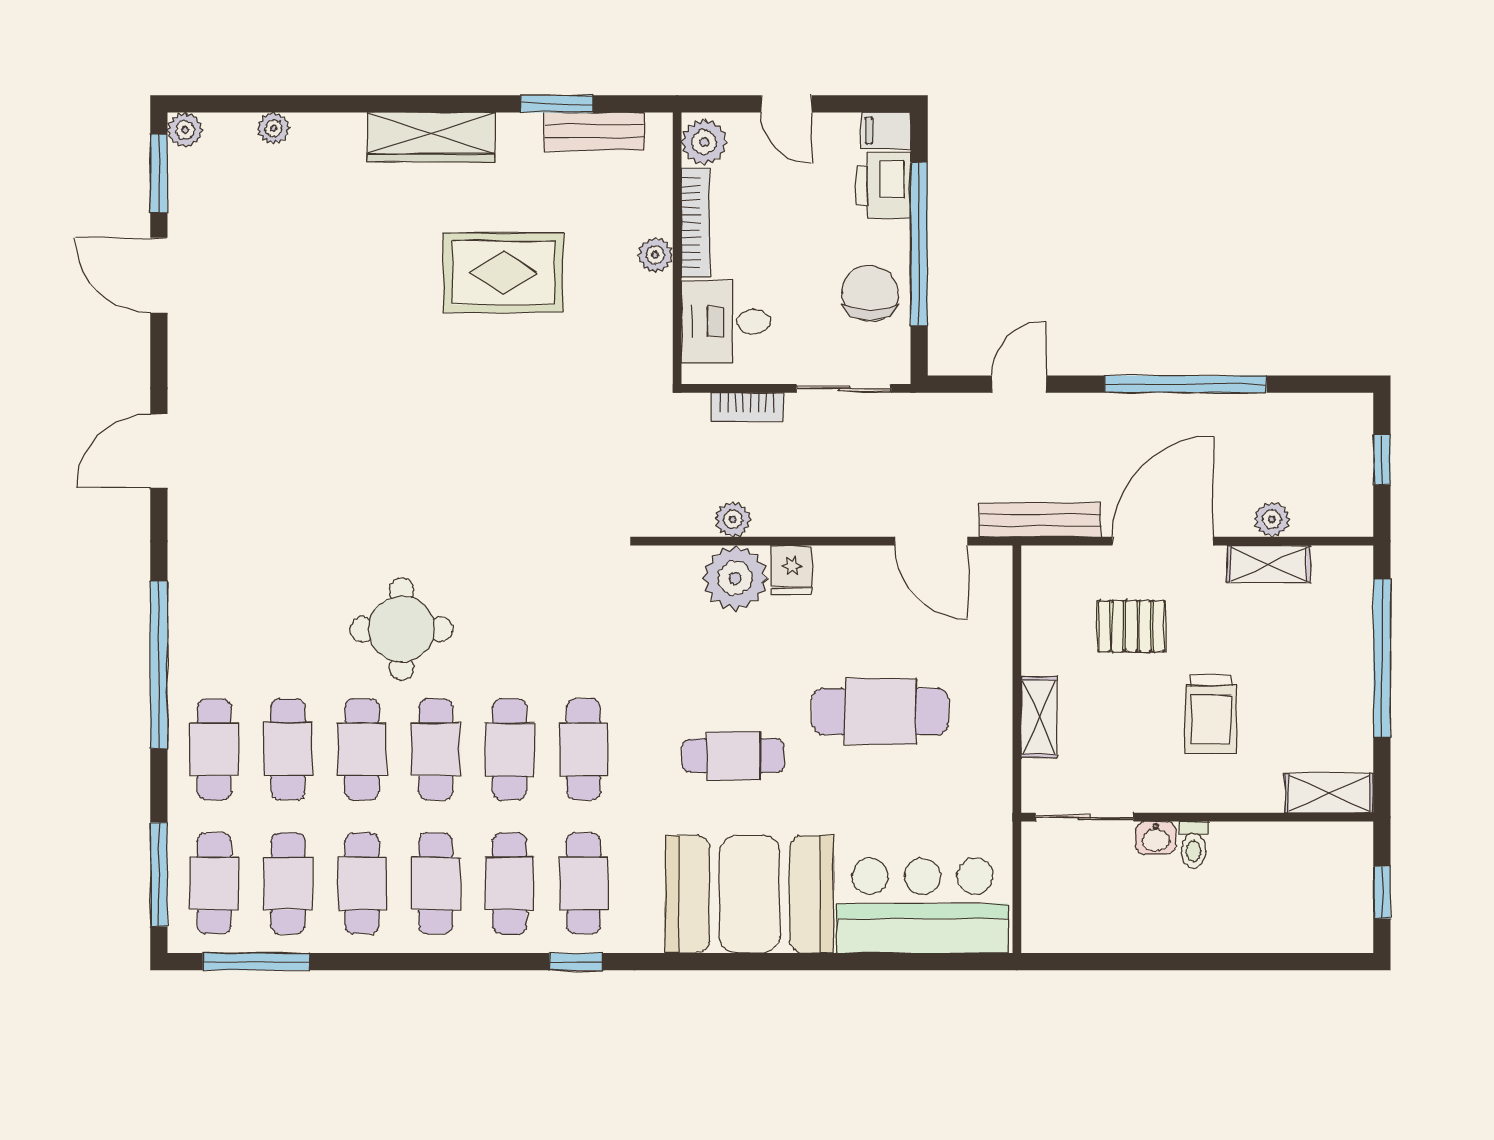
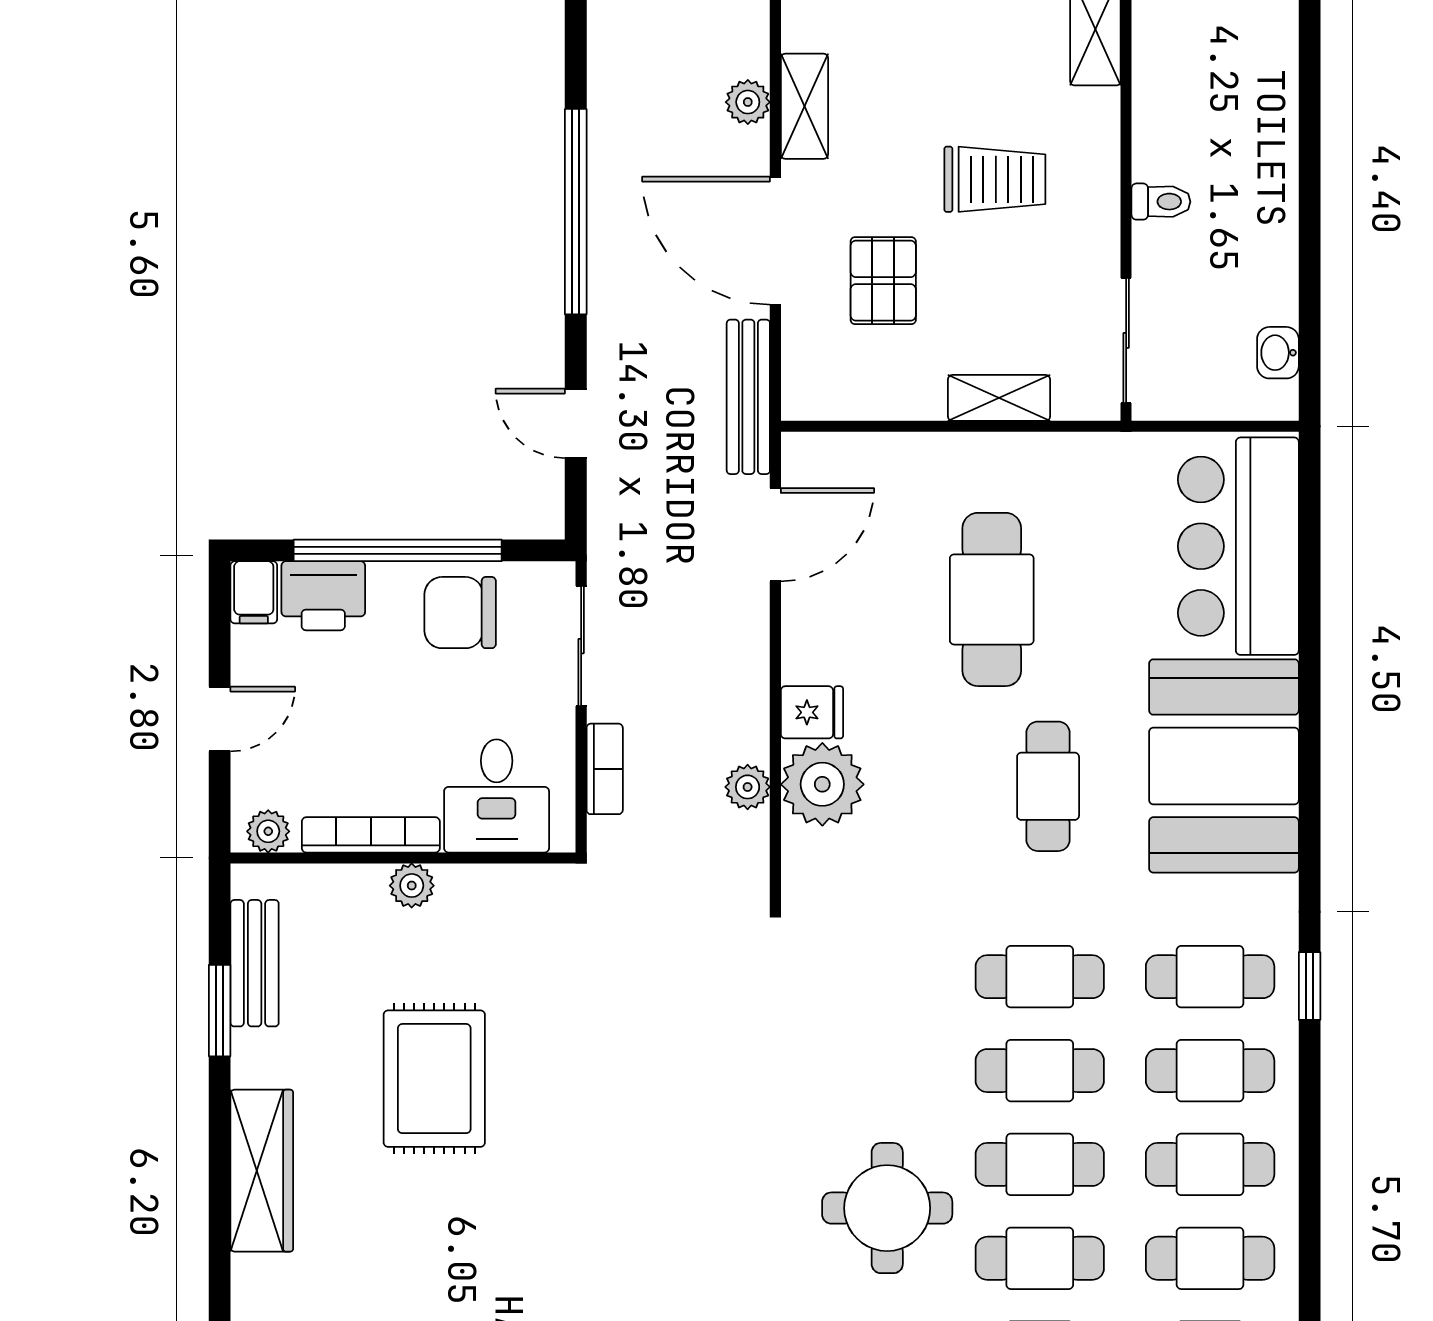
plant: (704, 142) -> (268, 831), width x0.73, depth x0.73
washbasin: (1156, 838) -> (1278, 353), moved, turned 180

